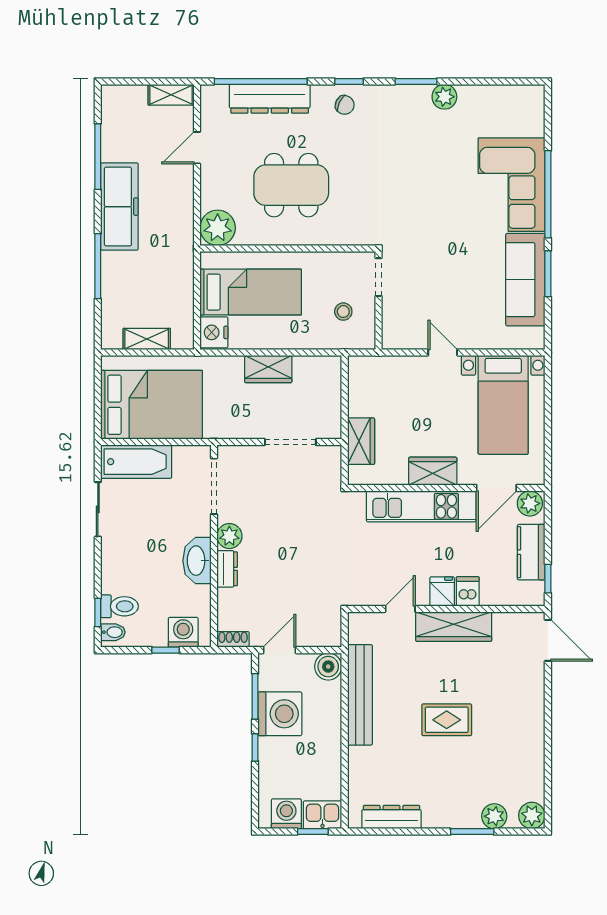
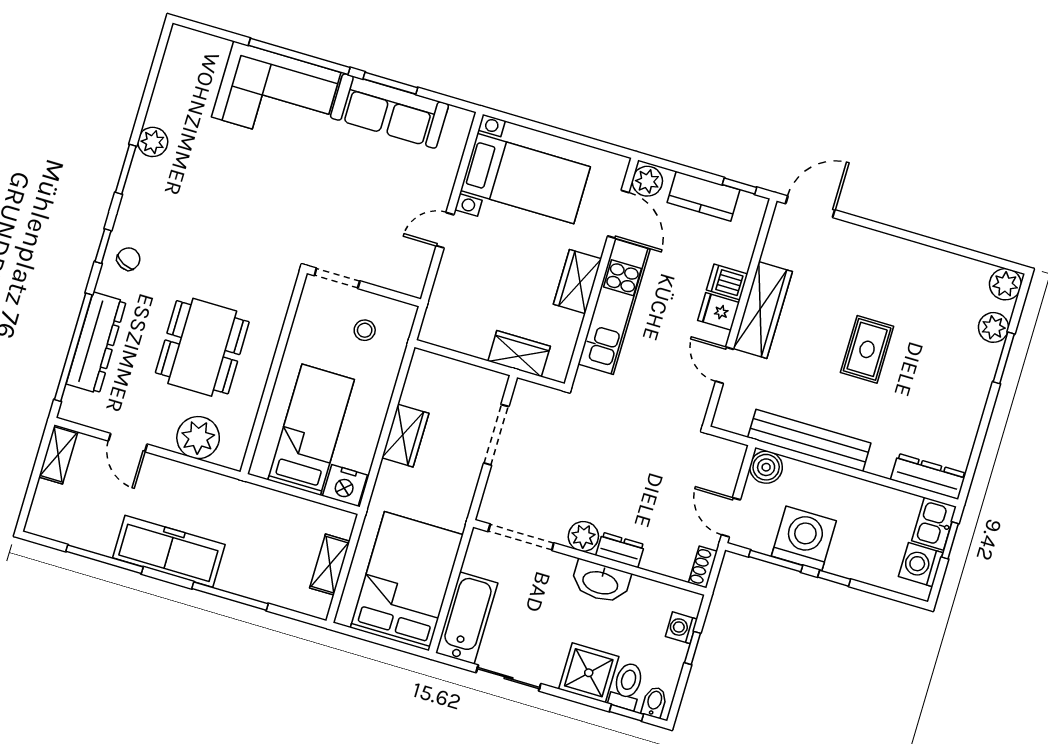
plant: (218, 228) -> (198, 438), moved
shower: (121, 573) -> (589, 673), added
washing machine: (183, 632) -> (681, 628), width x0.73, depth x0.73
dresser: (391, 817) -> (928, 476), moved, turned 90

